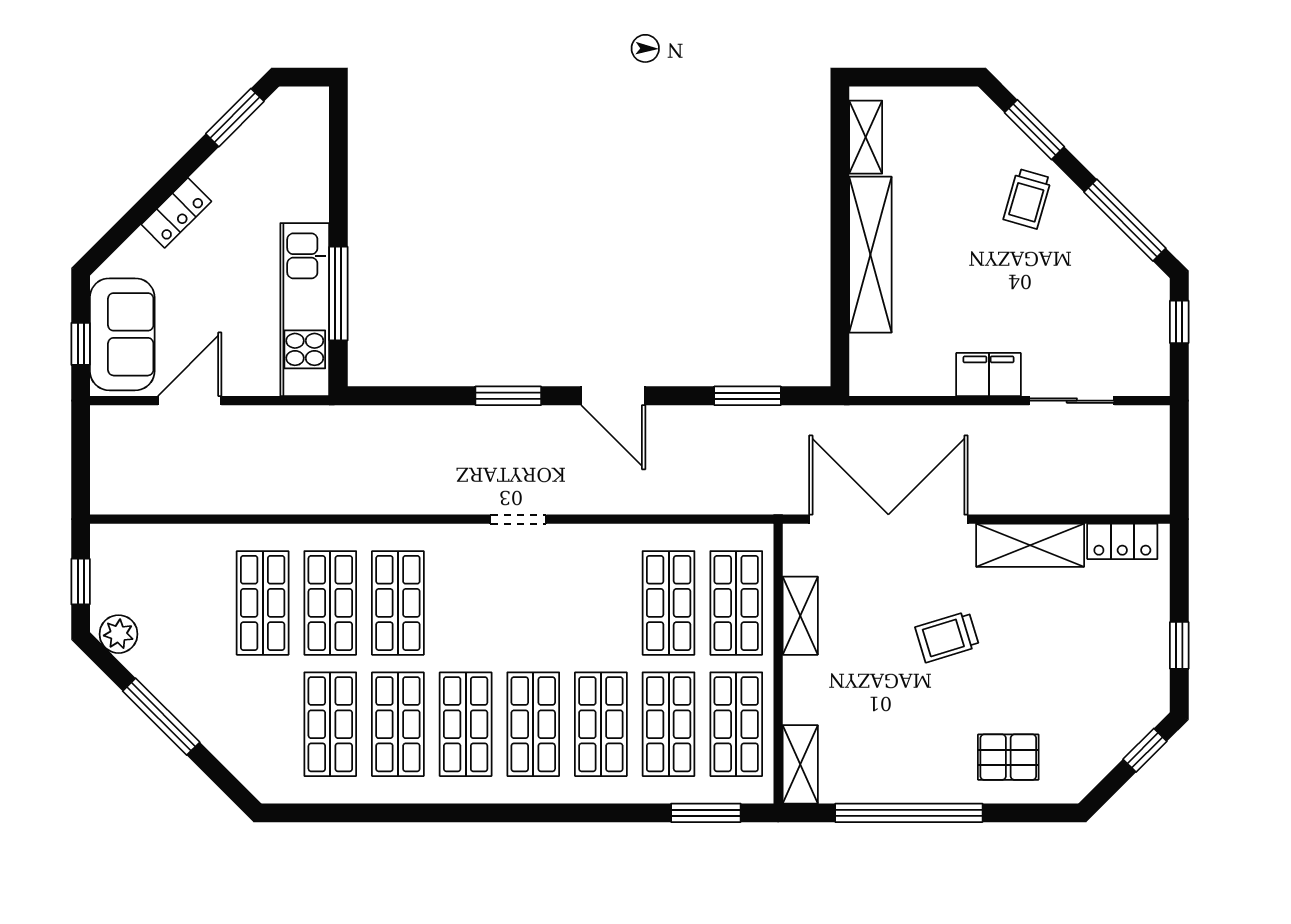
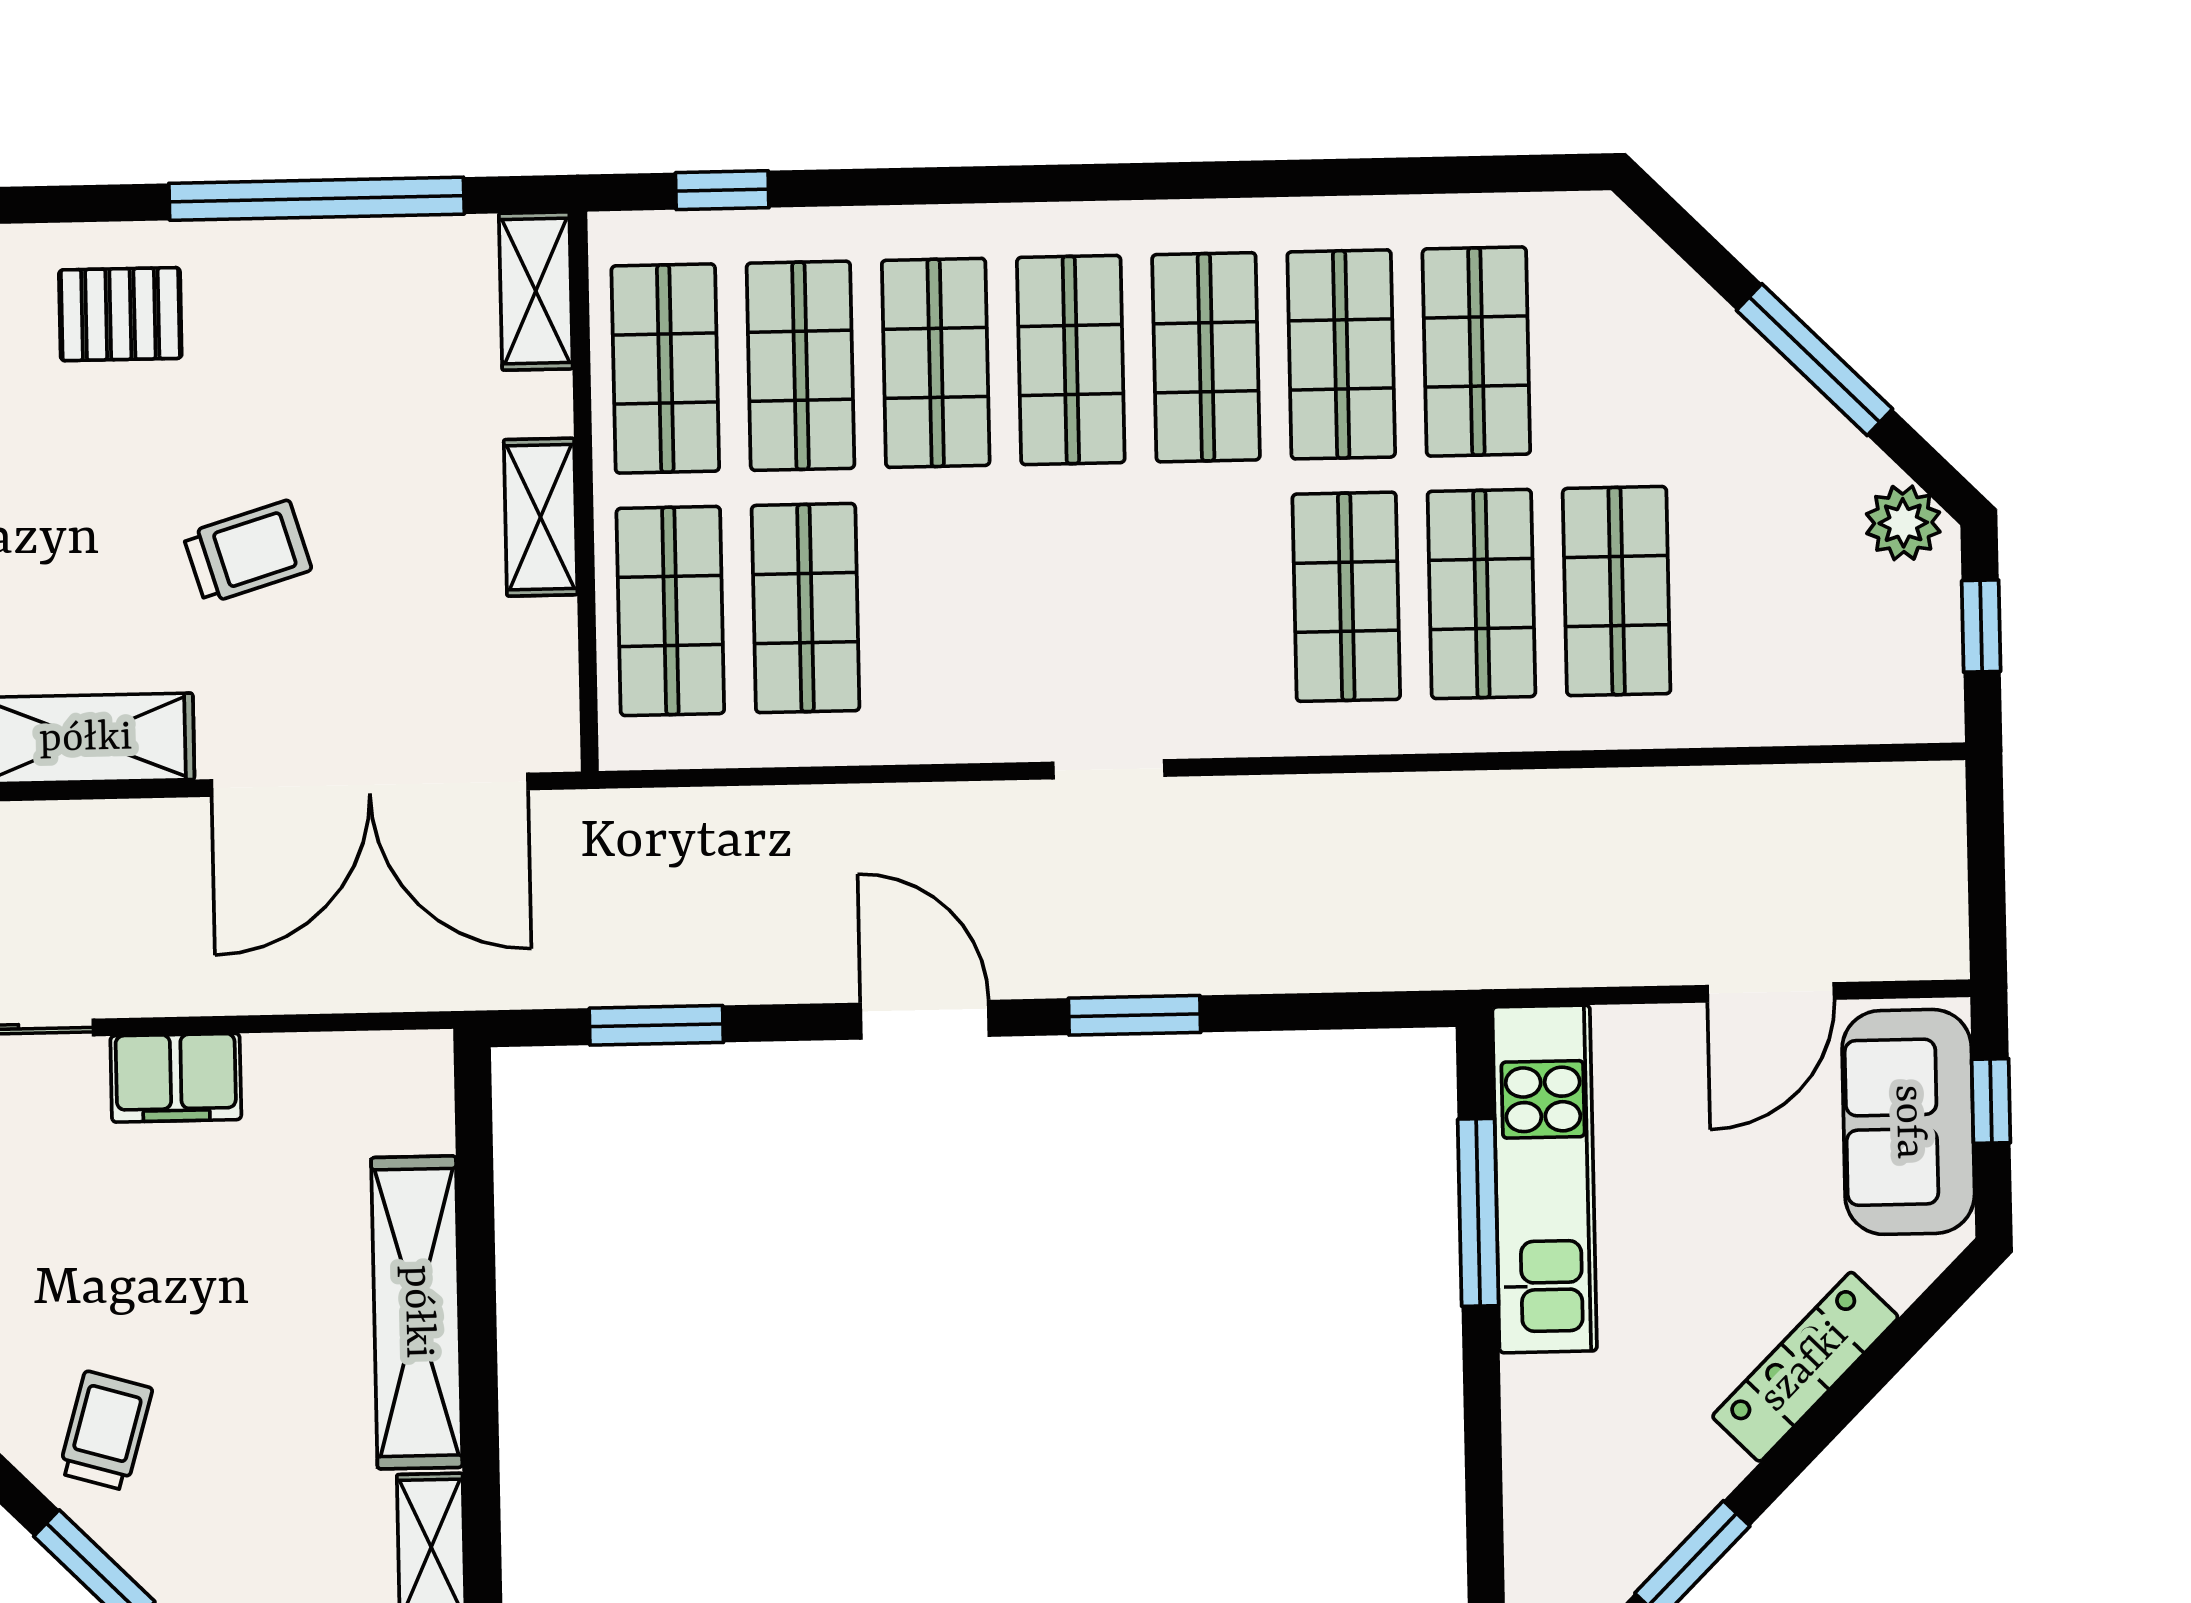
locker: (176, 213) -> (1805, 1367), width x1.53
shelving: (800, 616) -> (541, 517), moved
window: (706, 813) -> (722, 190), width x0.67

